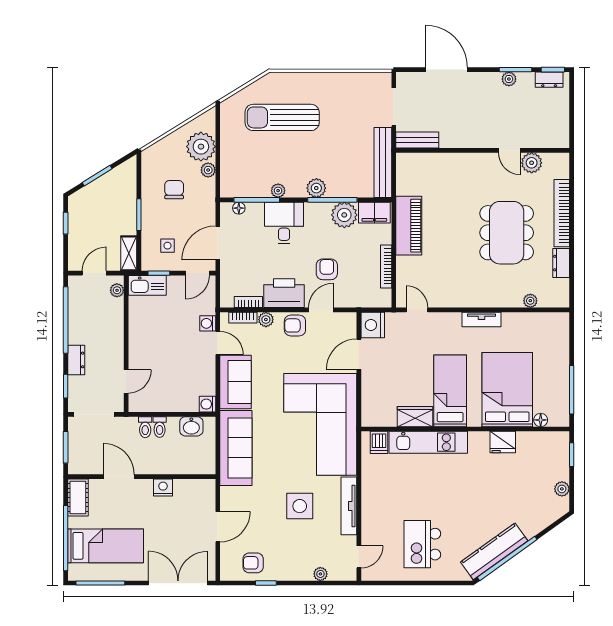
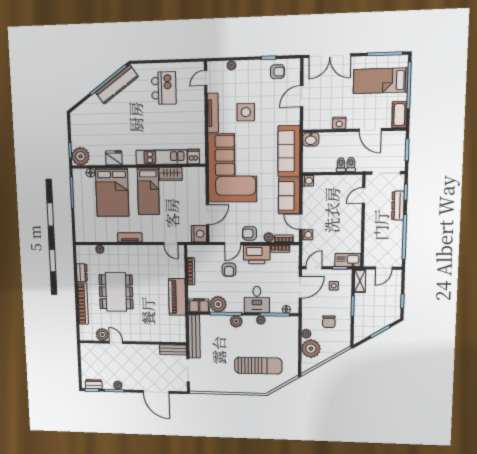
plant: (117, 290) -> (368, 257), removed
armchair: (295, 325) -> (249, 233), turned 180
dresser: (76, 360) -> (398, 206), width x1.44
washbasin: (191, 426) -> (311, 139), moved, turned 180
plant: (562, 489) -> (81, 156), moved, width x1.88, depth x1.88

